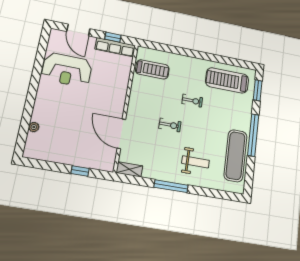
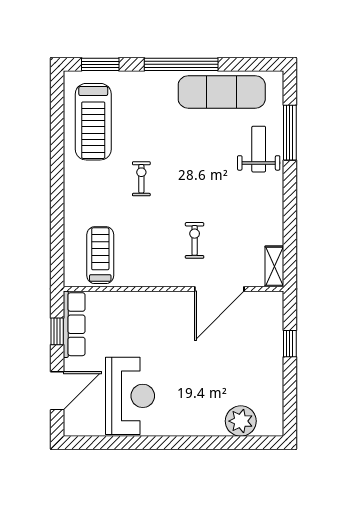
exercise bike: (170, 125) -> (195, 240), moved
plant: (34, 127) -> (241, 421), width x1.88, depth x1.88
weight bench: (196, 162) -> (259, 149), moved
window: (171, 186) -> (290, 133), moved

